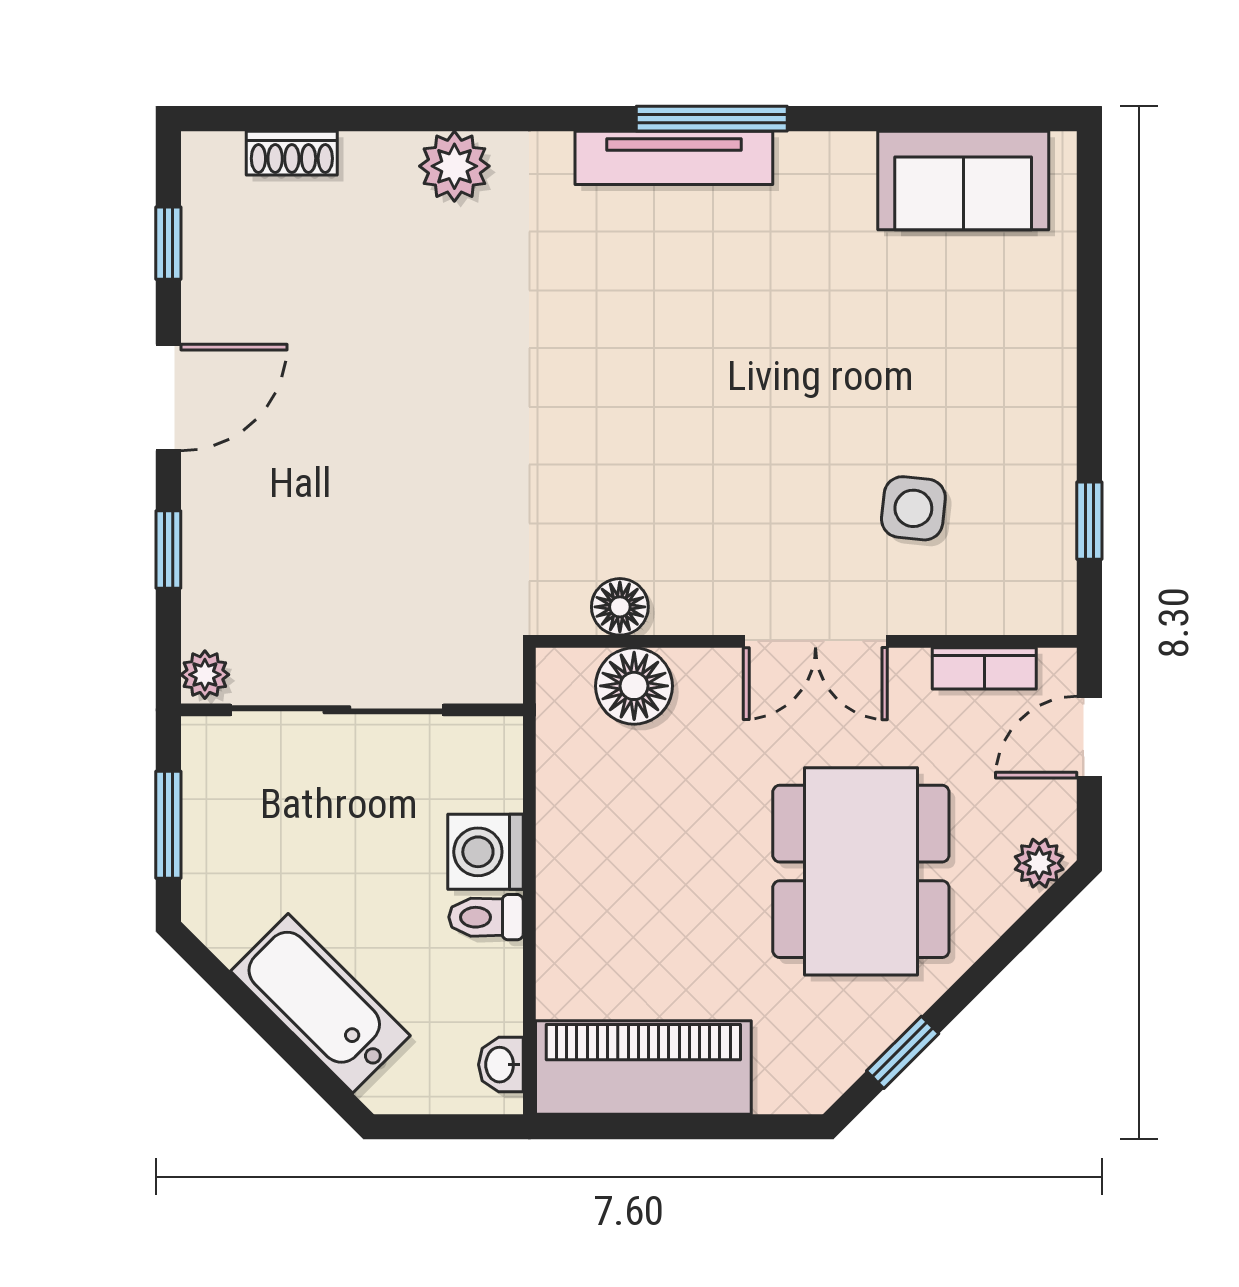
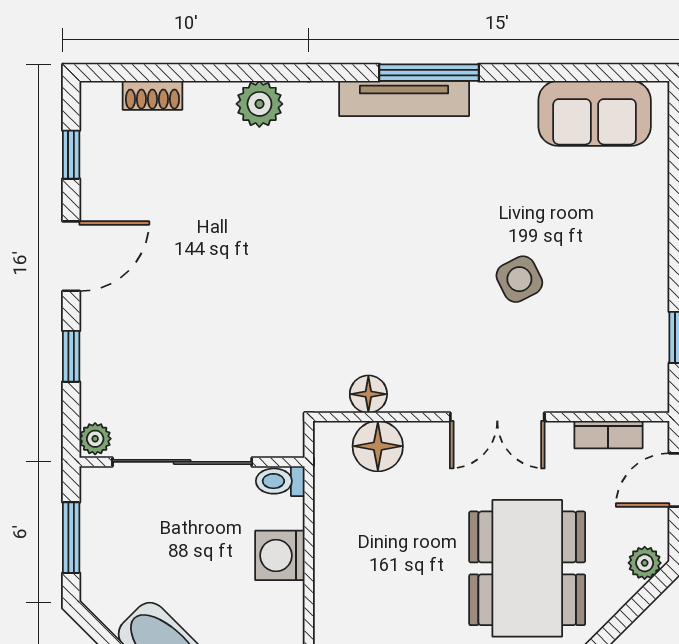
side table: (913, 508) -> (519, 279), moved, turned -33
toilet: (486, 917) -> (280, 481), moved

